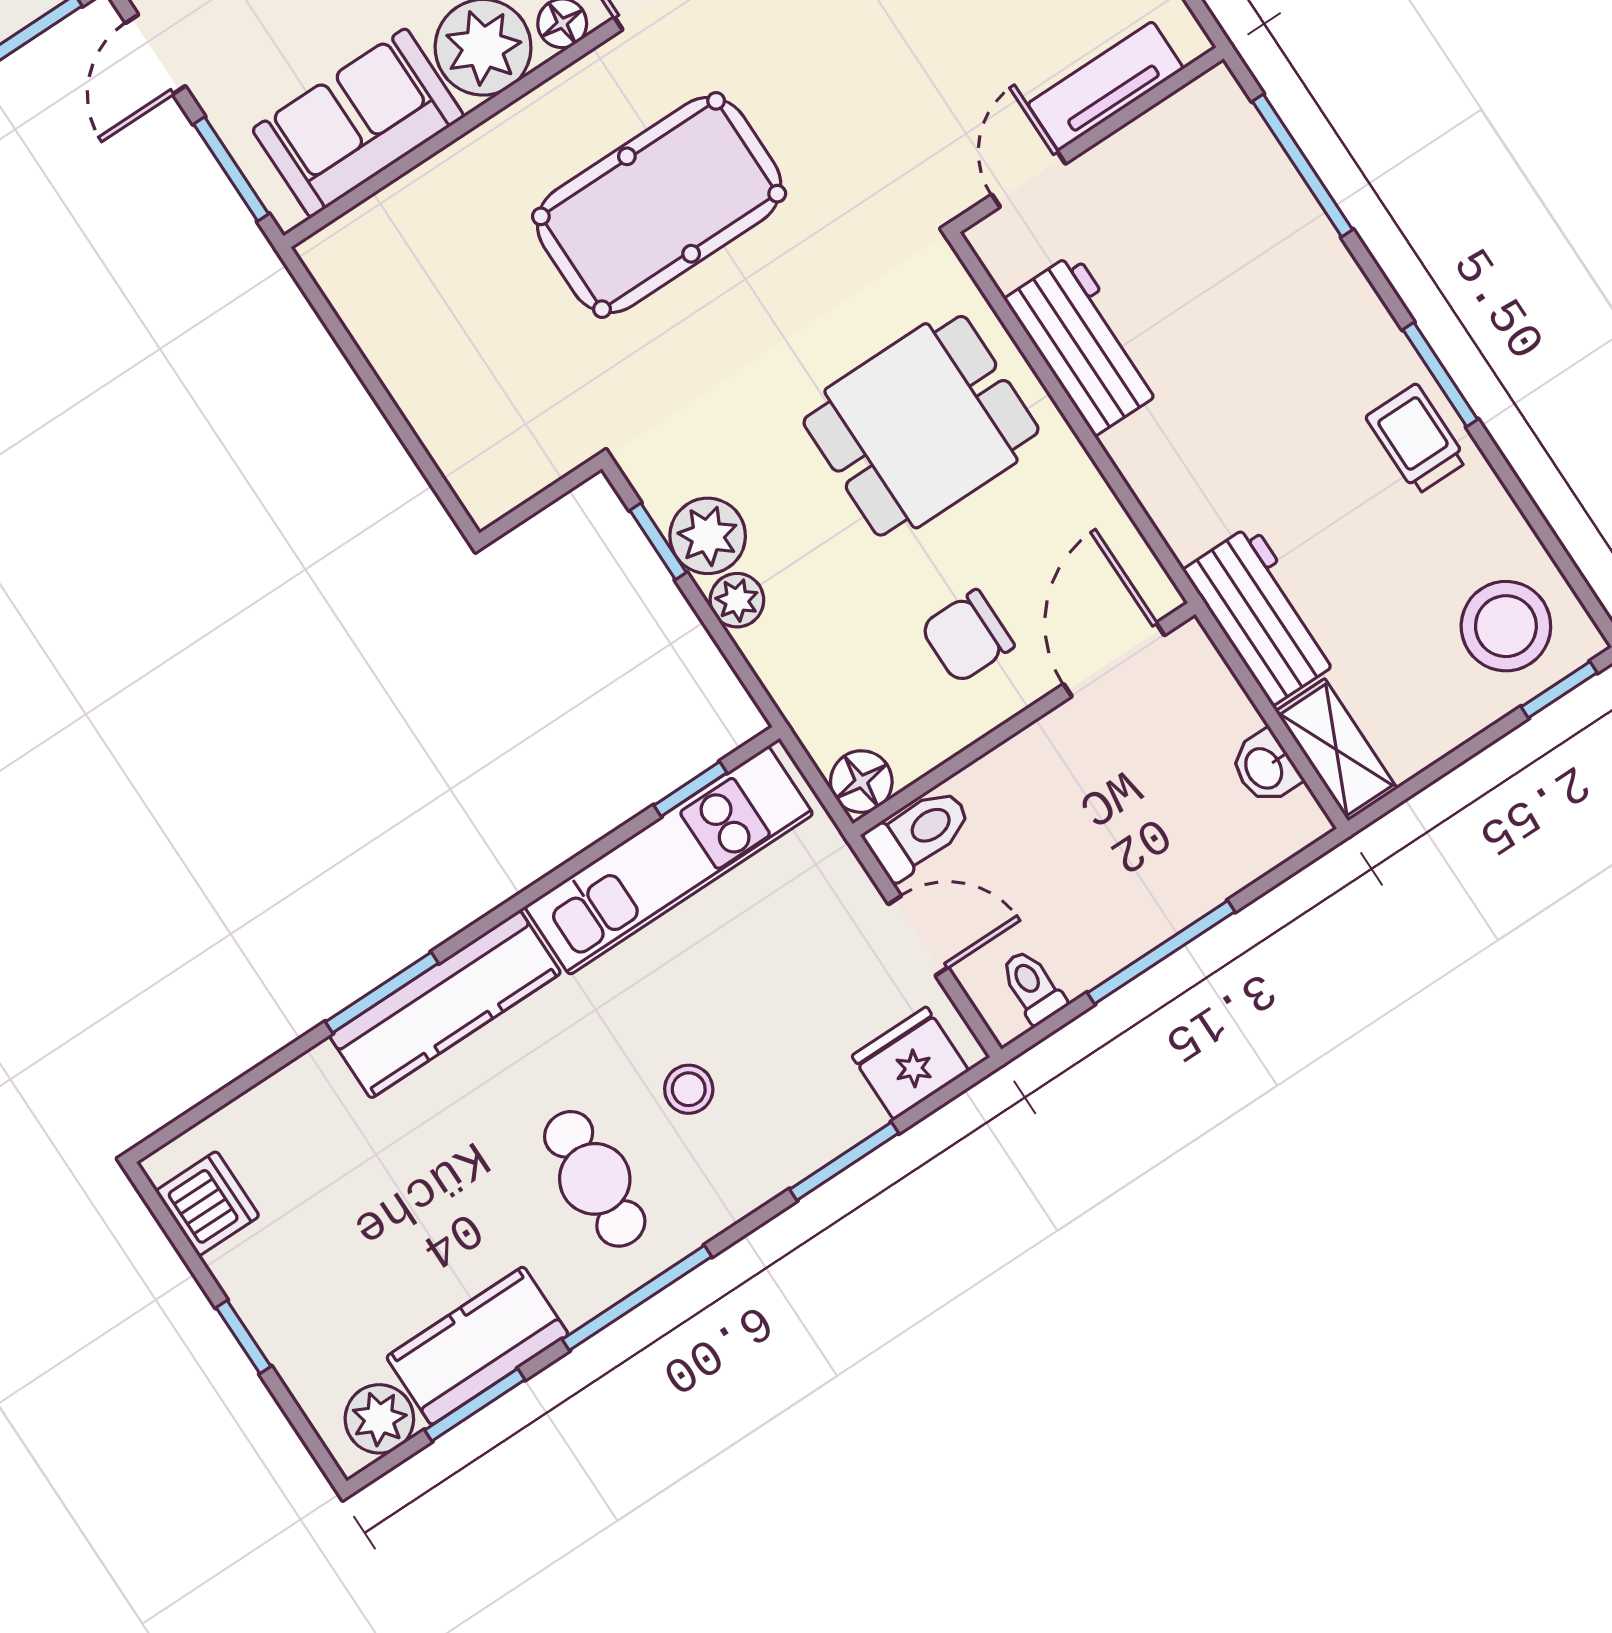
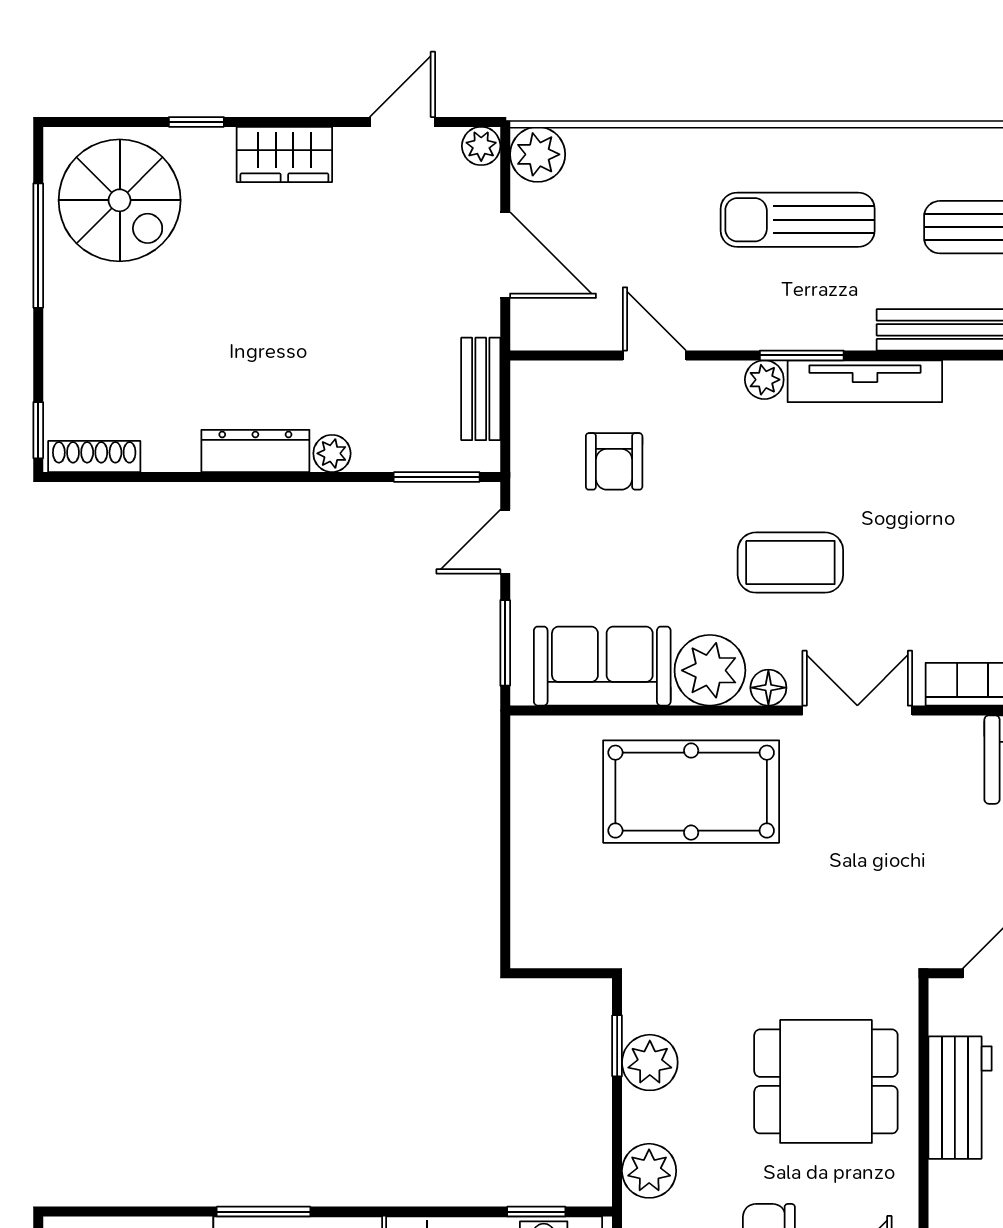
pool table: (659, 205) -> (691, 792), moved
plant: (737, 600) -> (649, 1171), moved, width x1.38, depth x1.38

